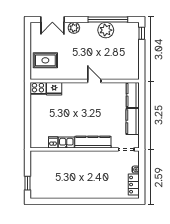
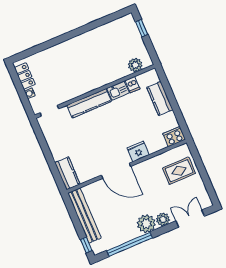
plant: (106, 30) -> (146, 224), moved
bench: (133, 57) -> (84, 215), added
door: (94, 81) -> (116, 171), width x1.88
fridge: (54, 89) -> (138, 151), moved
kitchen counter: (133, 122) -> (160, 99), moved, turned 180
plant: (45, 157) -> (135, 65), added

